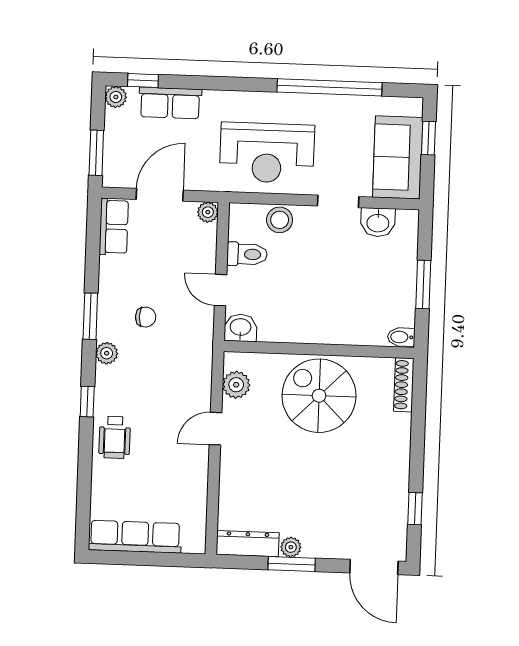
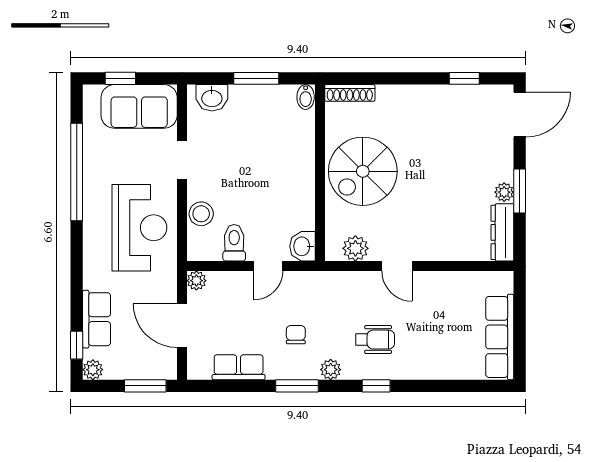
washbasin: (378, 222) -> (212, 98), moved, turned 90
row of seats: (114, 227) -> (239, 367), moved
wheelchair: (115, 437) -> (375, 340), moved

